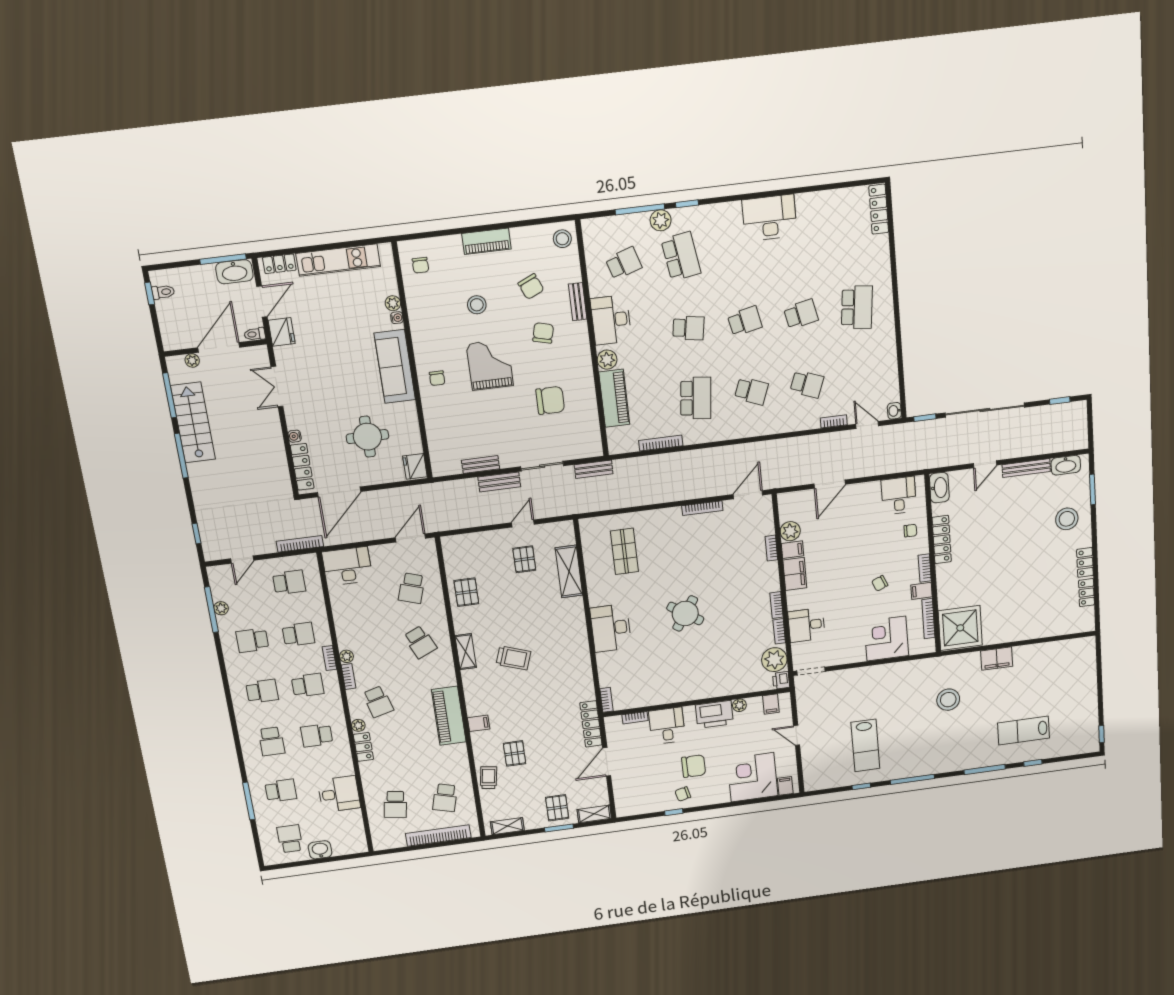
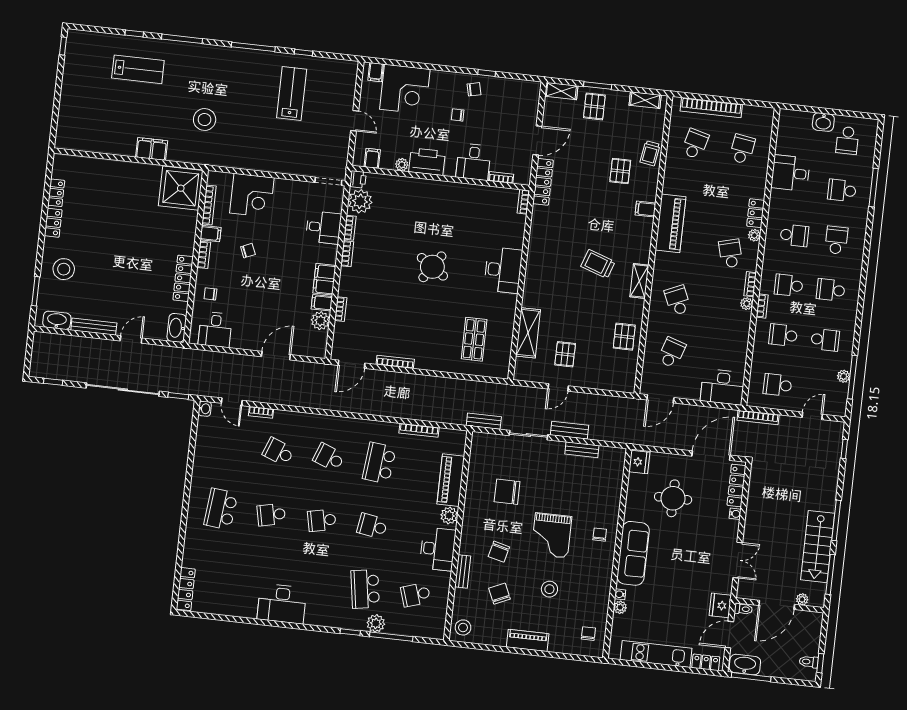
chair: (694, 766) -> (458, 115), width x0.54, depth x0.54

